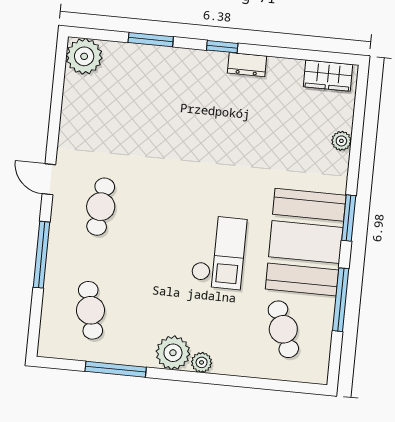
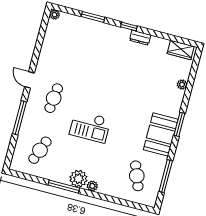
plant: (84, 56) -> (55, 15), width x0.53, depth x0.53
booth: (306, 242) -> (161, 135), width x0.73, depth x0.70
checkout: (219, 252) -> (90, 127), moved, turned 90
window: (341, 300) -> (166, 176), moved
cafe table: (90, 310) -> (40, 150), turned 33
window: (116, 369) -> (64, 187), moved

